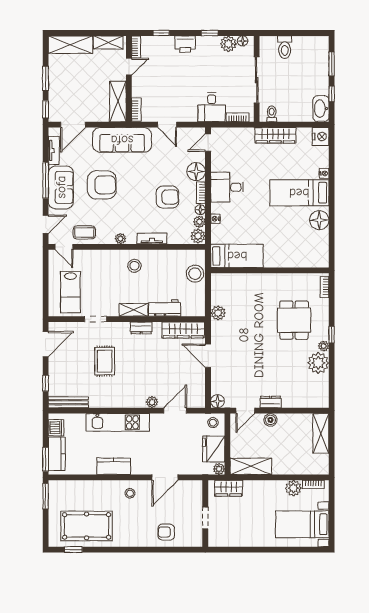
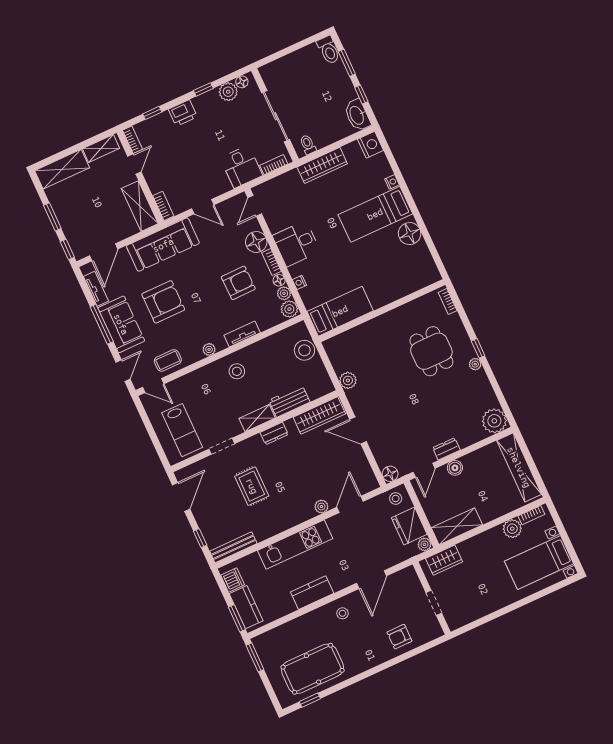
toilet: (285, 47) -> (328, 50), moved
plant: (318, 363) -> (494, 421), moved
shelving: (321, 433) -> (519, 467), width x1.47

